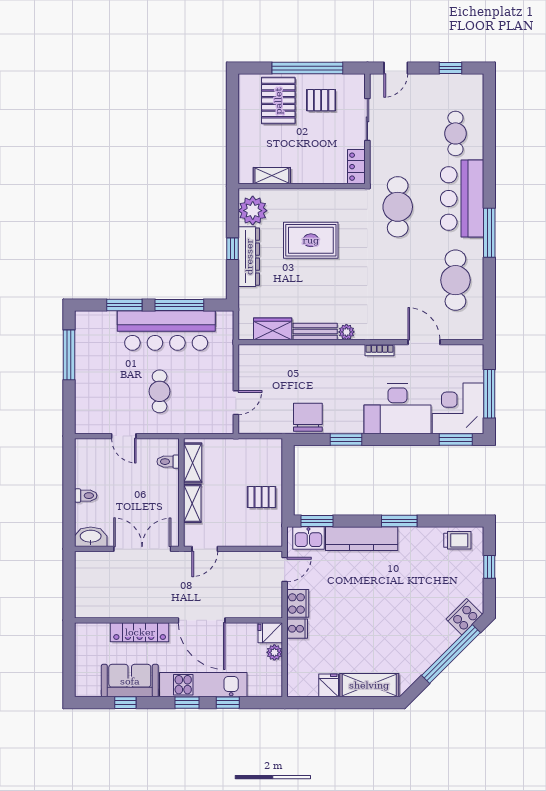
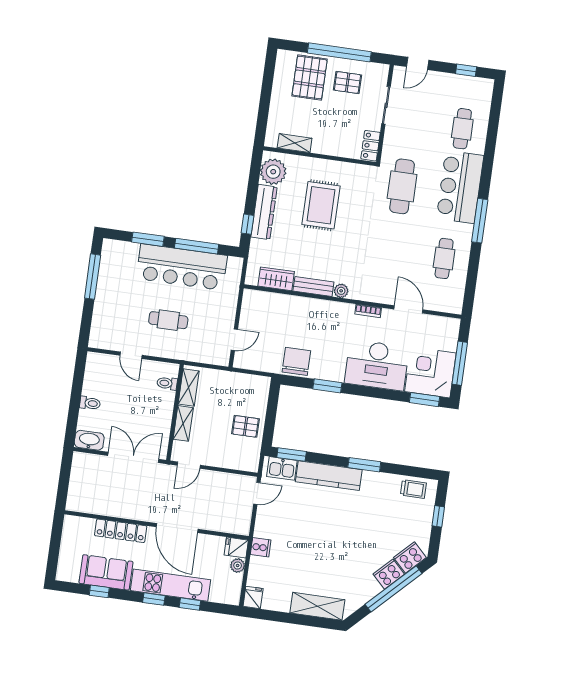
rug: (311, 240) -> (321, 205), turned 90
window: (232, 249) -> (248, 224), moved
cafe table: (455, 280) -> (444, 258), width x0.73, depth x0.74
cafe table: (160, 391) -> (168, 320), turned 90
cooker: (298, 603) -> (389, 574), moved, turned -135
fridge: (329, 685) -> (253, 597), moved

